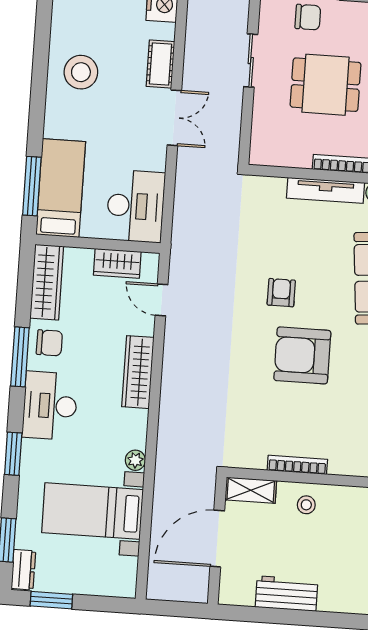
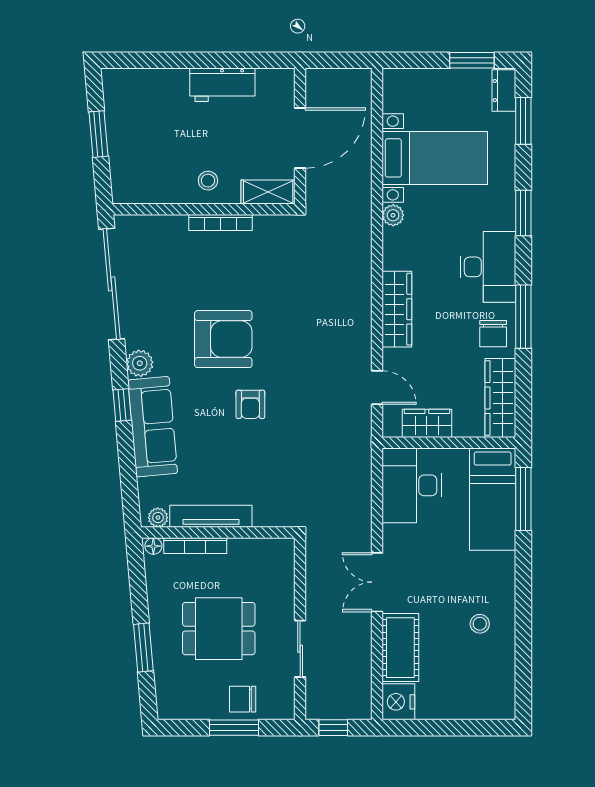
cot: (160, 64) -> (400, 648), width x1.37, depth x1.34
stool: (81, 72) -> (480, 624), width x0.53, depth x0.53
chair: (49, 343) -> (493, 334), turned -90

